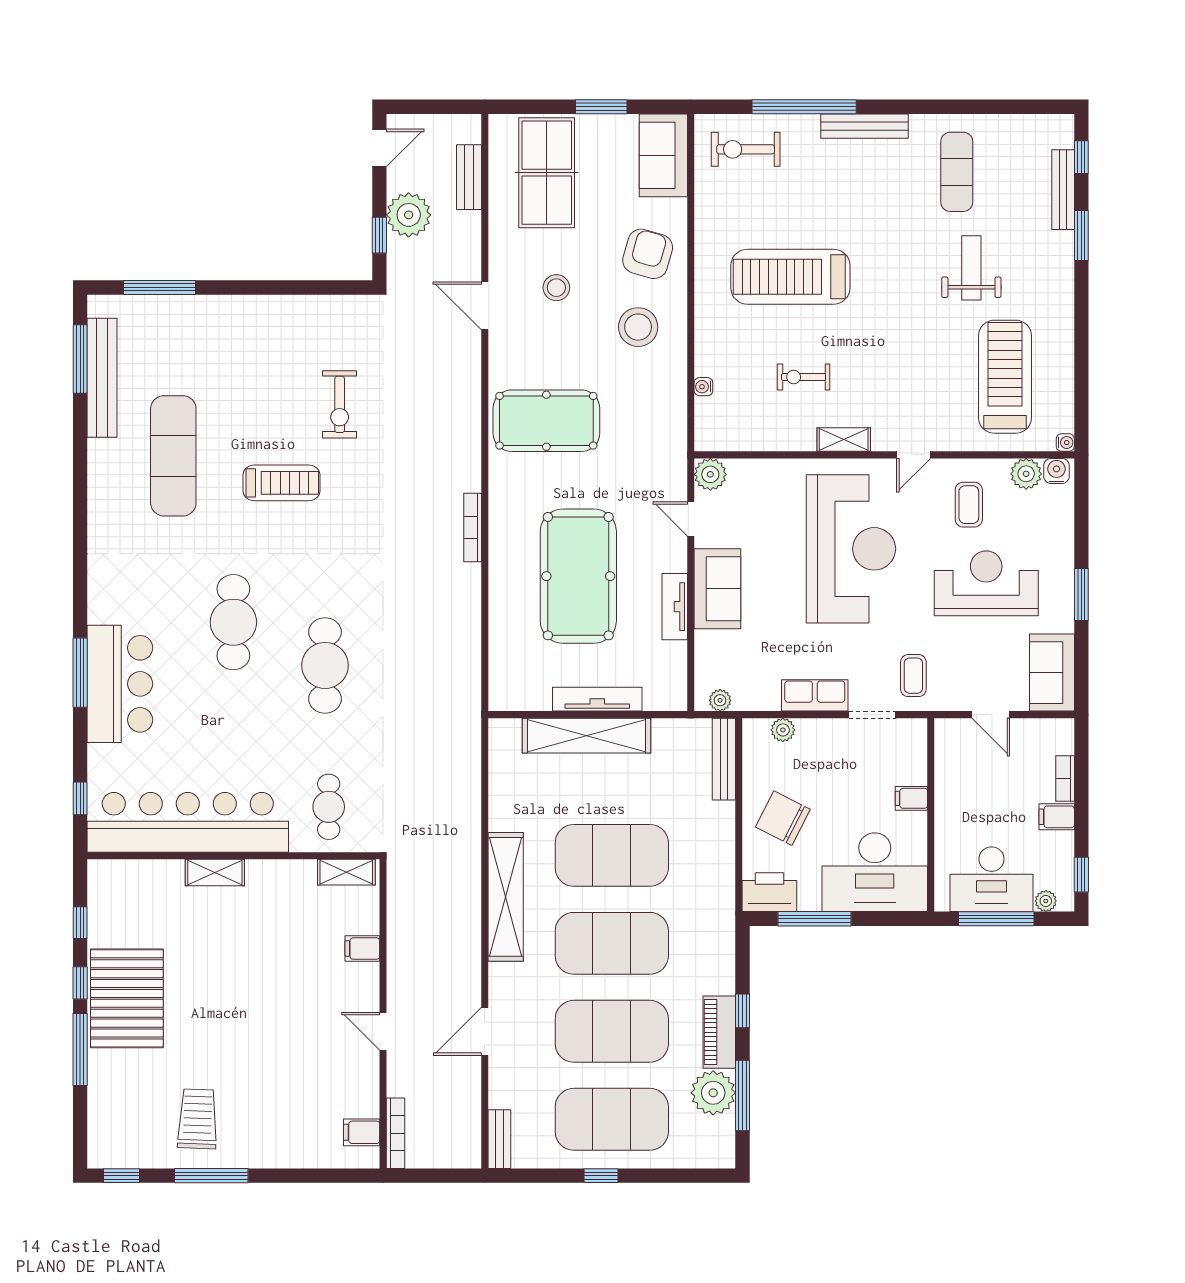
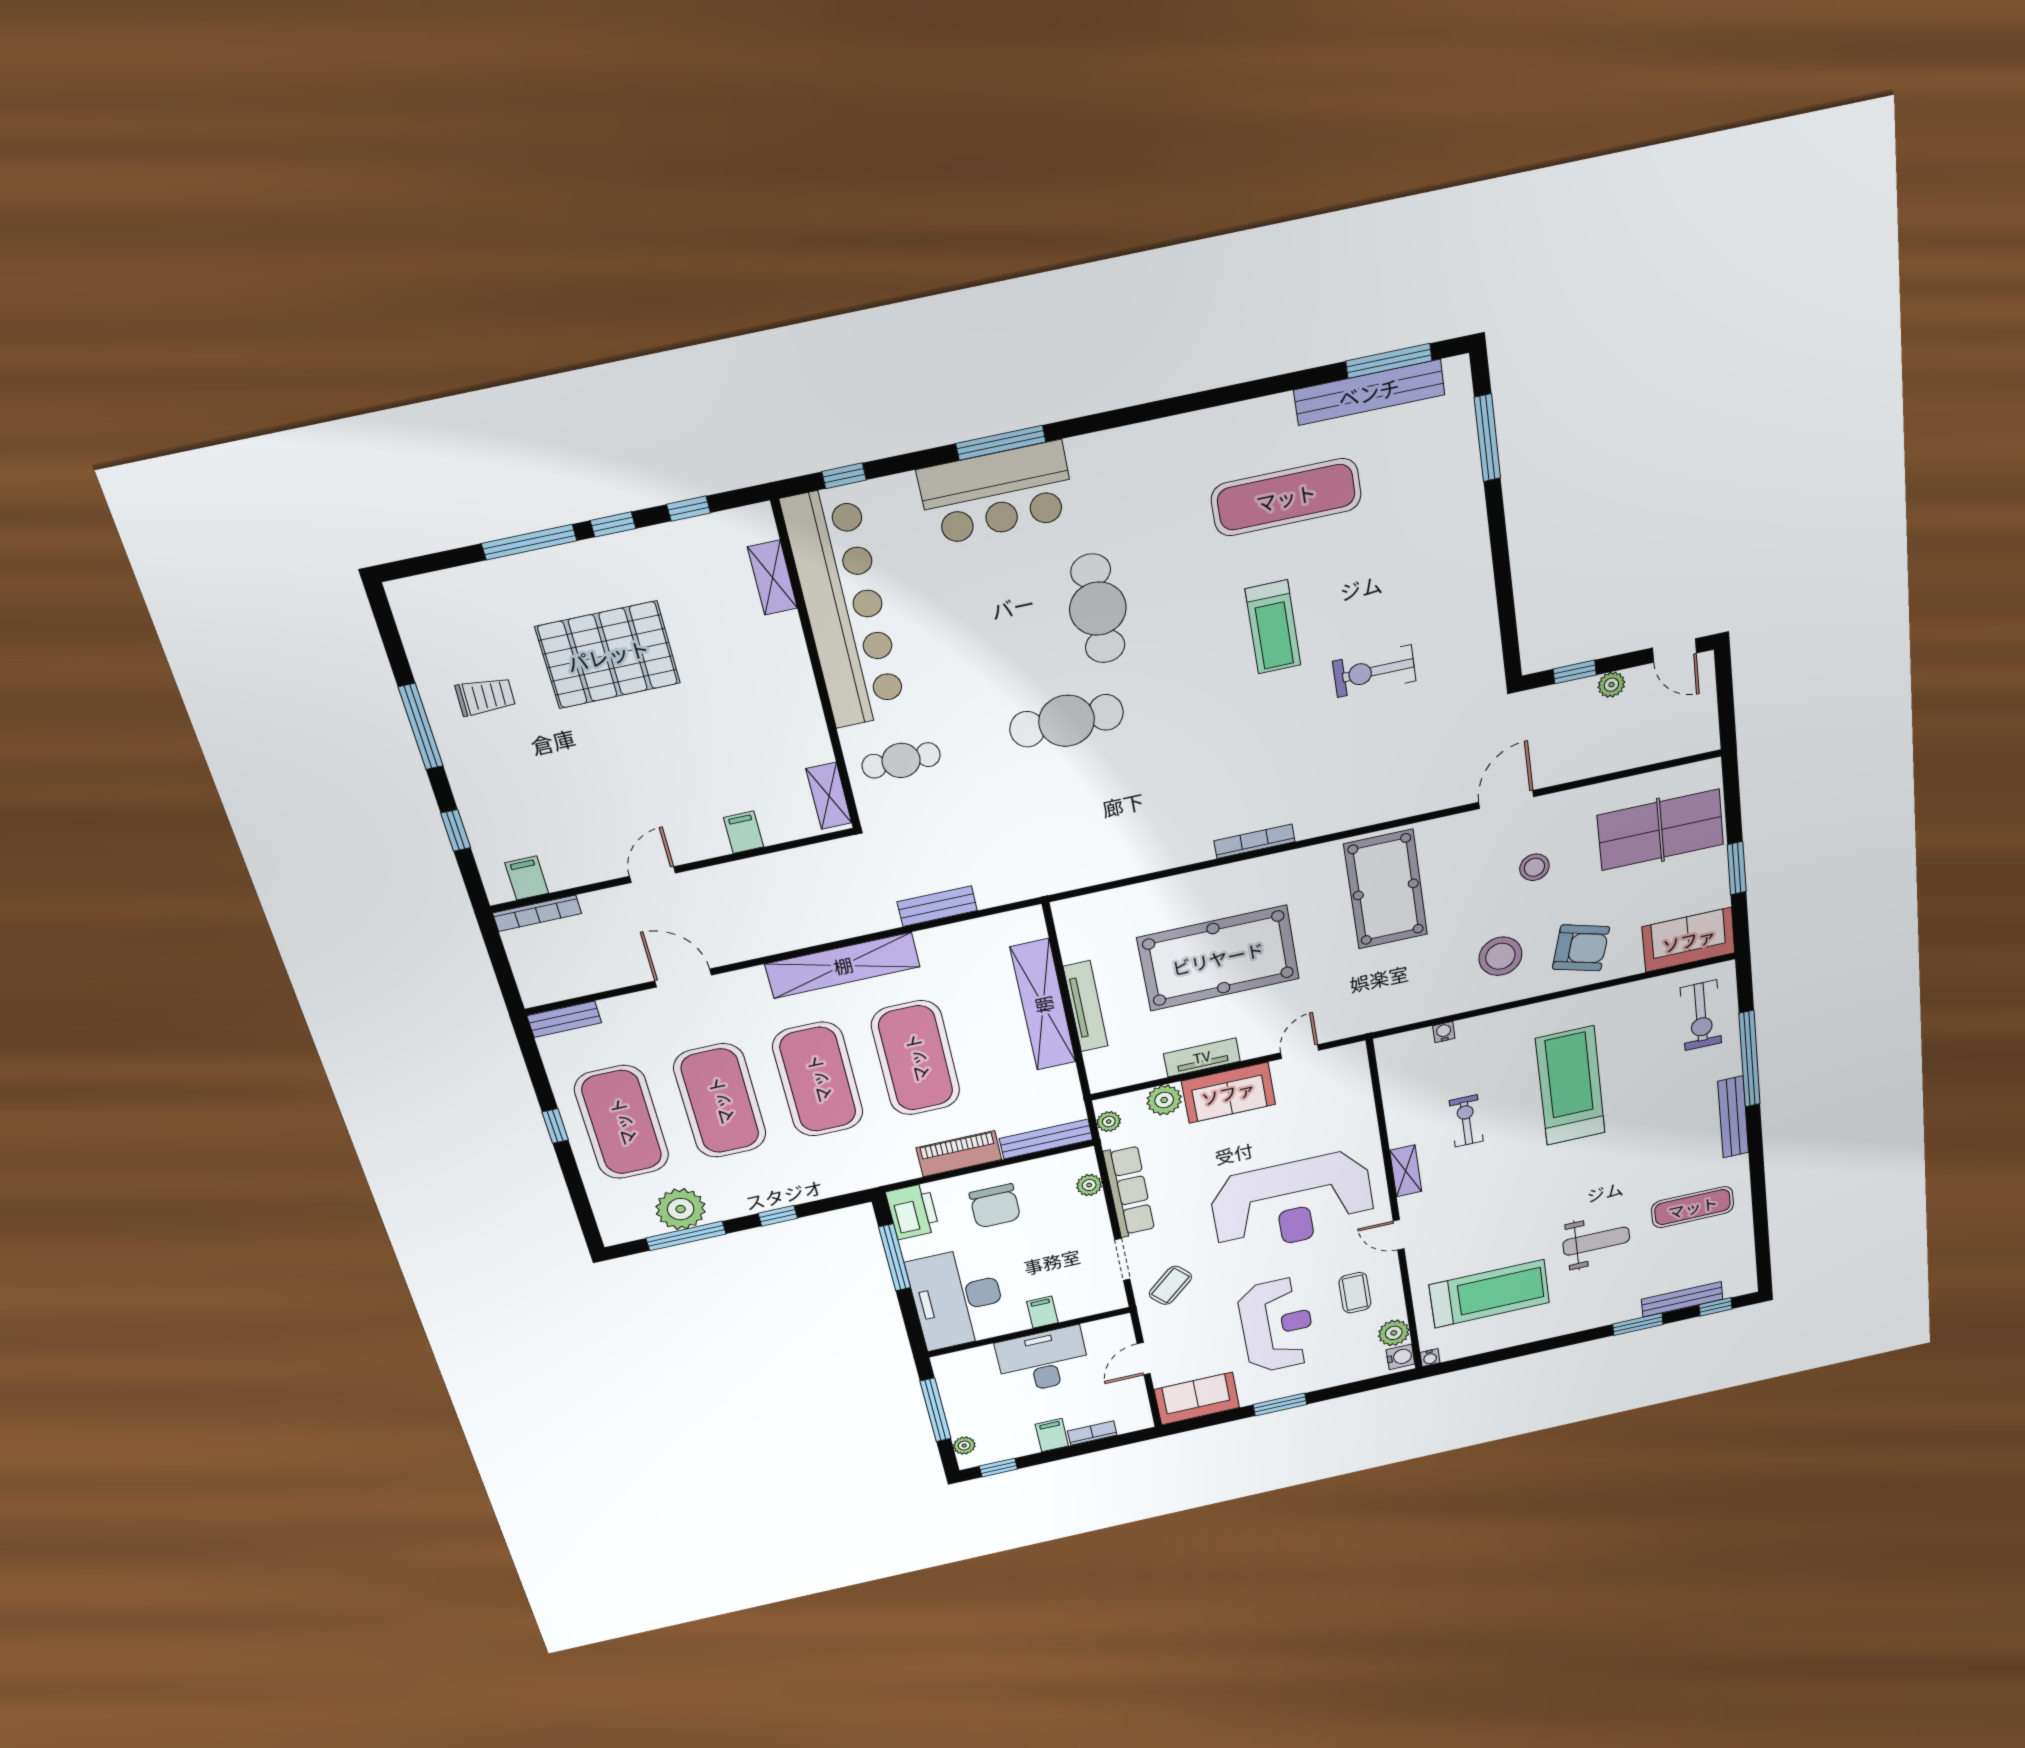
exercise bike: (746, 149) -> (1701, 1015), turned 180
bench: (469, 177) -> (937, 906), moved
plant: (409, 215) -> (1611, 685), width x0.53, depth x0.53
plant: (710, 474) -> (1164, 1100), moved
coffee table: (969, 505) -> (1355, 1293), turned 90
cafe table: (233, 622) -> (1098, 609), turned 90
coffee table: (913, 676) -> (1170, 1285), turned -43
row of seats: (815, 695) -> (1129, 1191), width x1.48
chair: (783, 818) -> (995, 1206), turned 153
shelving: (215, 872) -> (772, 578), moved
desk: (991, 879) -> (1043, 1360), moved, turned 90
pallet: (127, 998) -> (608, 655), moved
piano: (719, 1032) -> (959, 1154), moved
trolley: (198, 1119) -> (485, 696), width x0.73, depth x0.72
window: (121, 1176) -> (456, 830), moved

